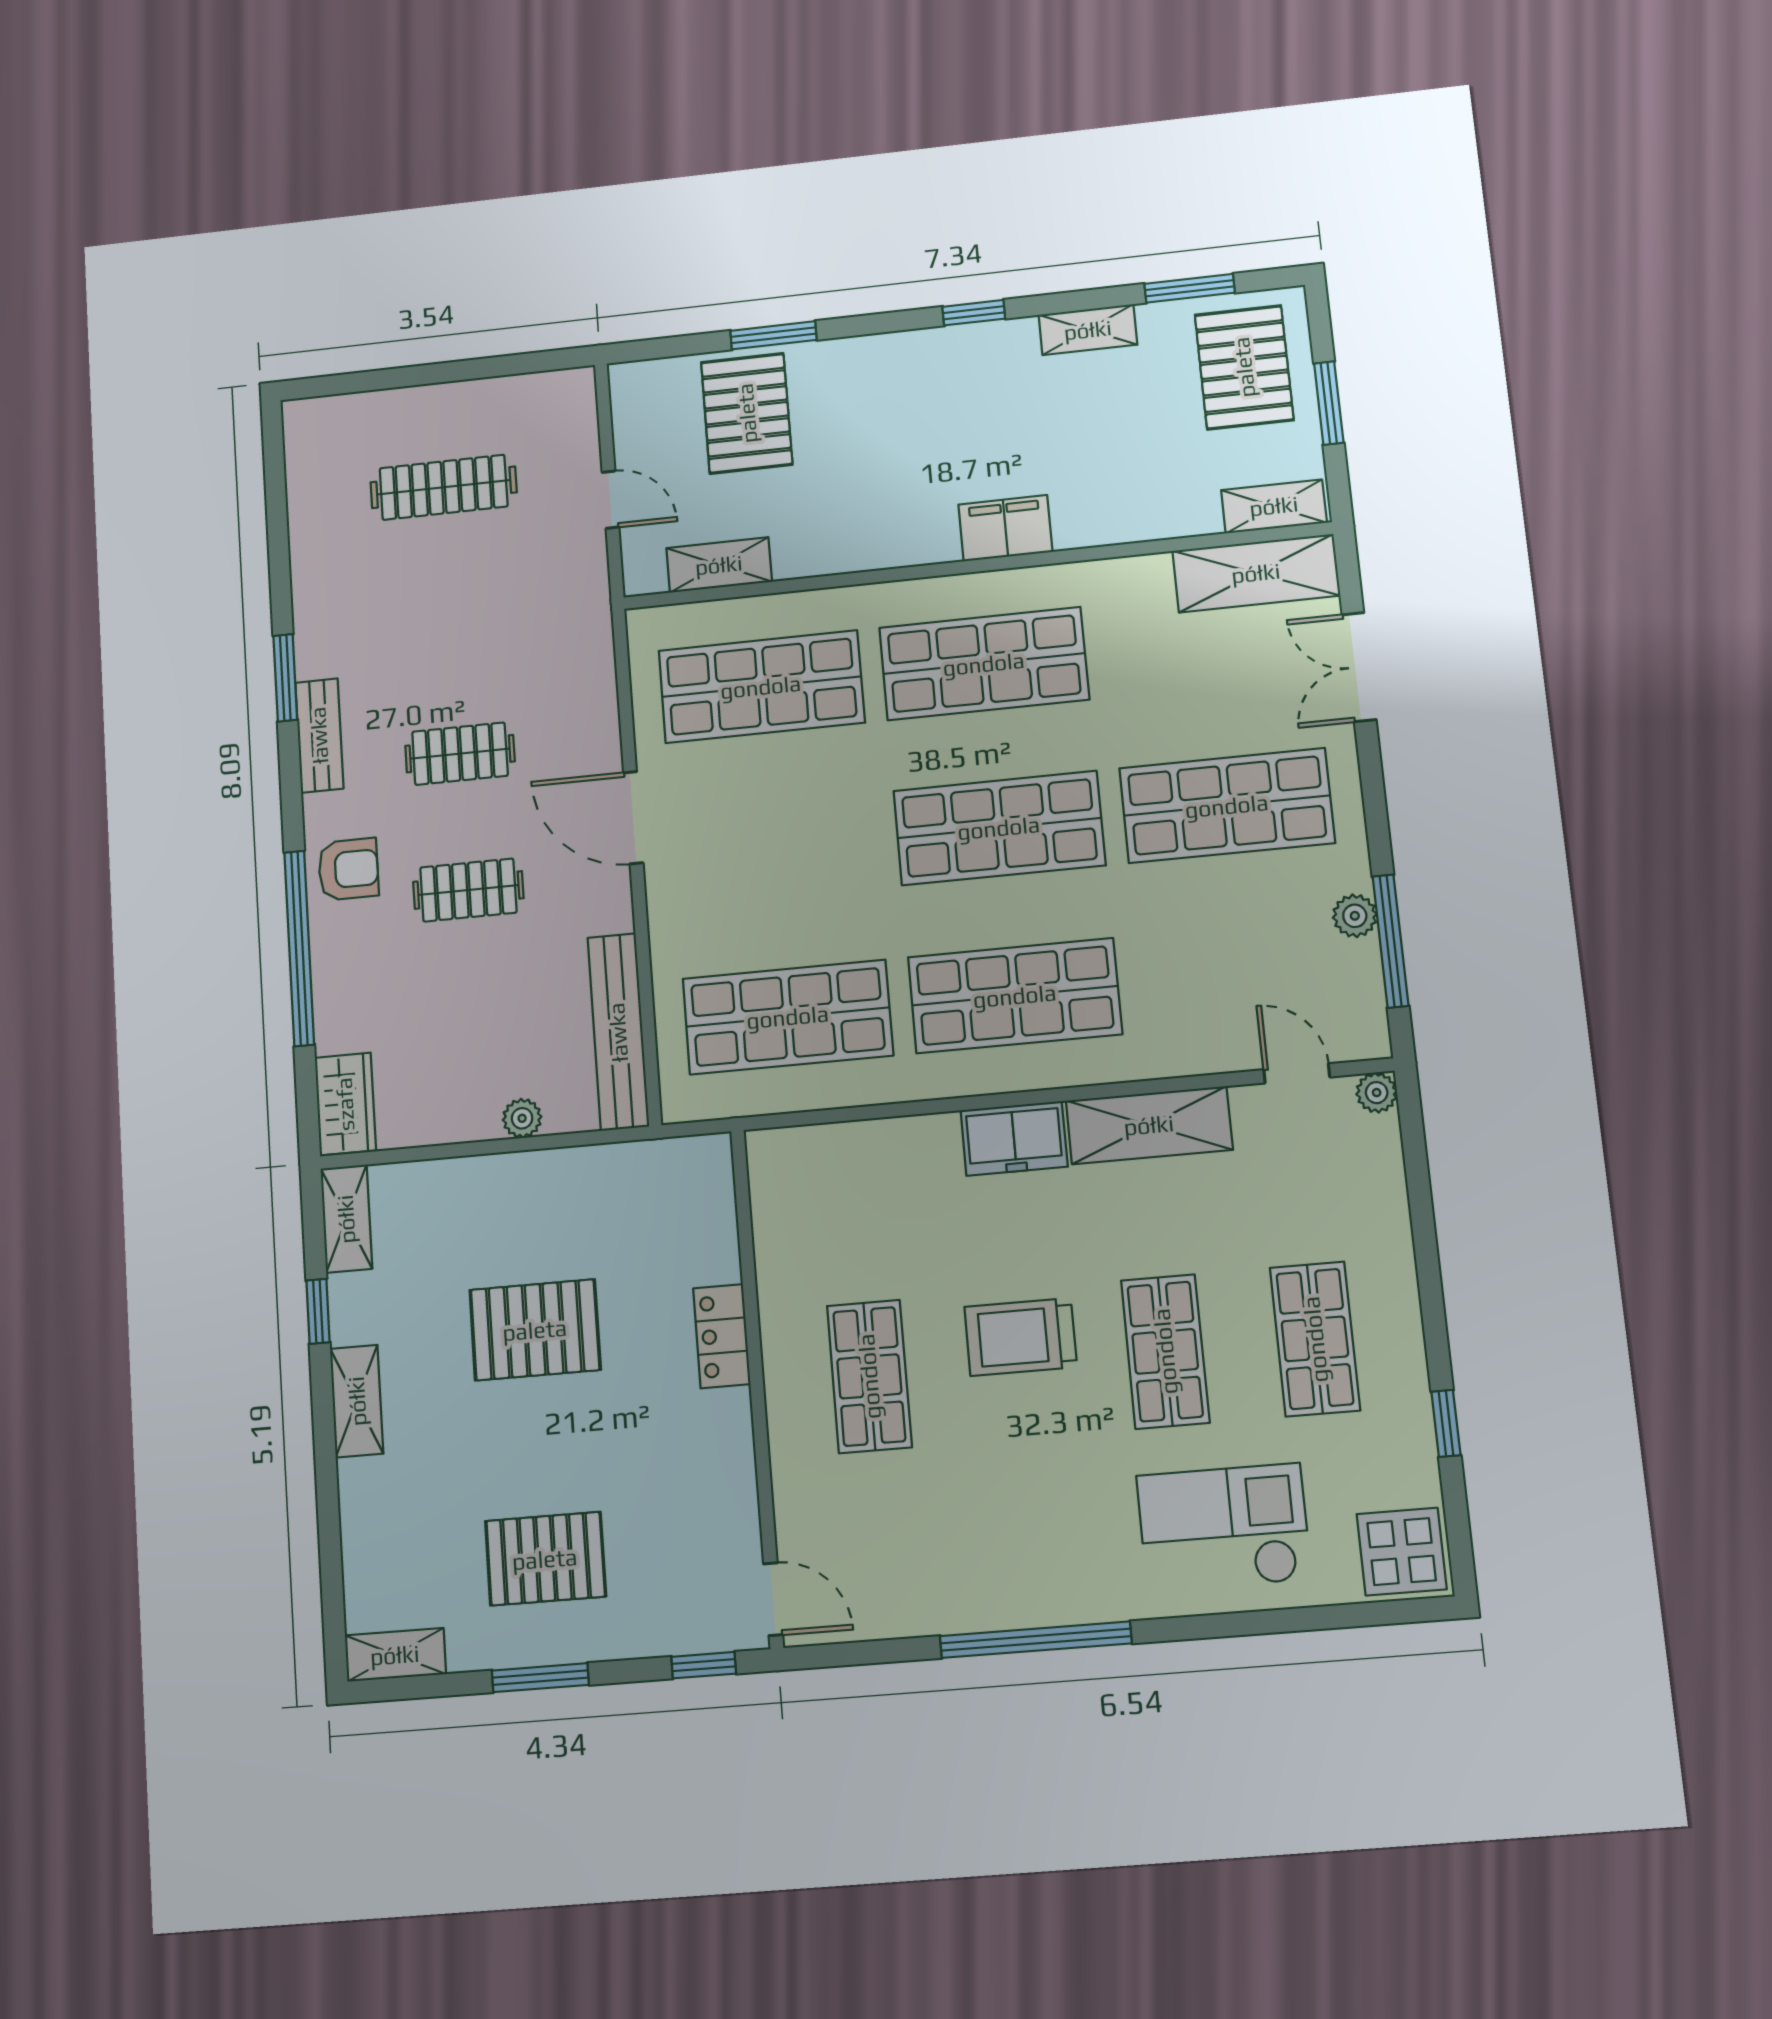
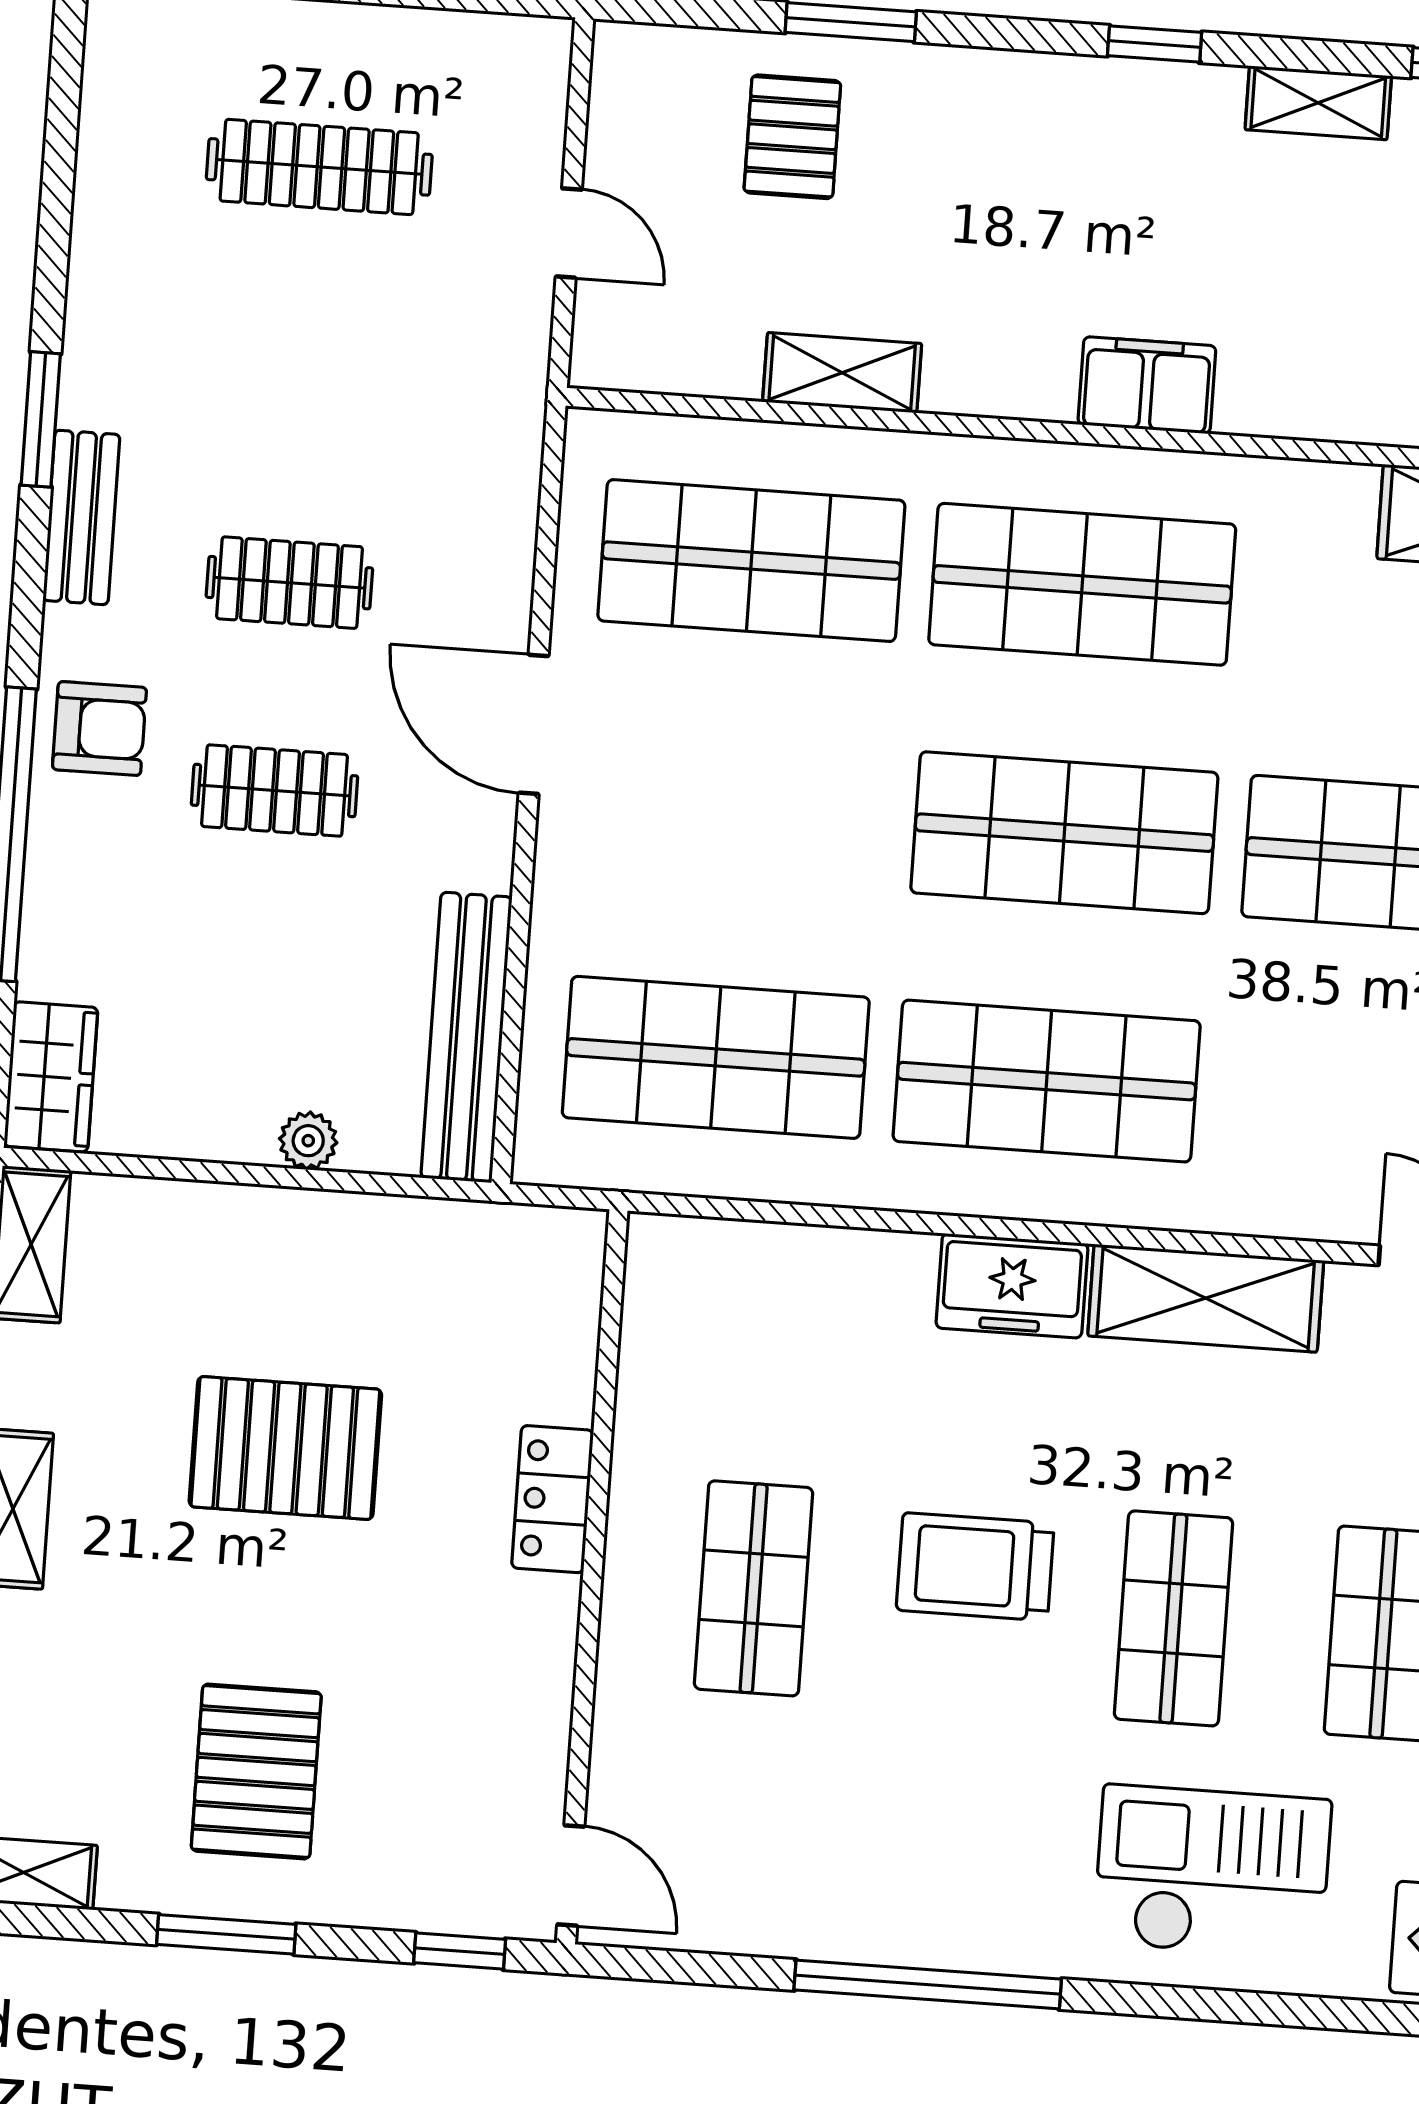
pallet: (747, 413) -> (792, 137), width x0.67, depth x0.71
shelving: (719, 565) -> (842, 373), moved
pallet: (545, 1559) -> (256, 1771), turned 90

